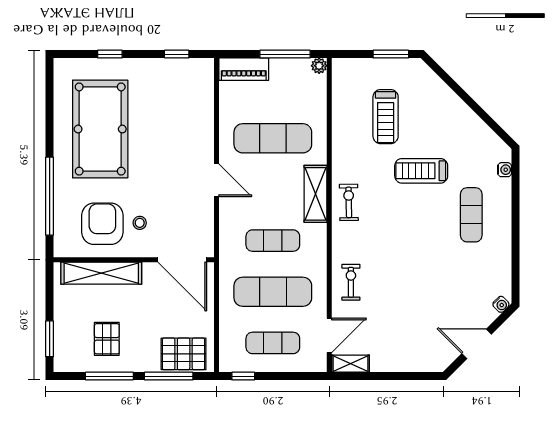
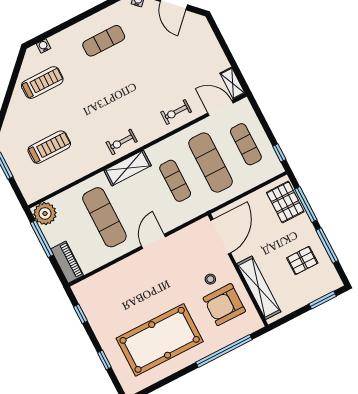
plant: (319, 66) -> (45, 213), width x1.88, depth x1.88
treadmill: (421, 171) -> (42, 83), moved, turned -90
exercise mat: (471, 215) -> (104, 41), moved

